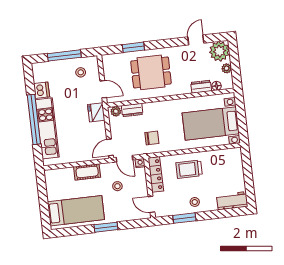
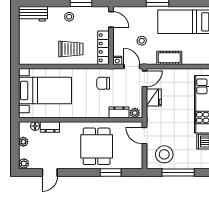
plant: (219, 51) -> (24, 164), width x0.53, depth x0.53
stool: (81, 72) -> (164, 154), width x1.89, depth x1.89
dining table: (151, 72) -> (97, 146), turned 90
fridge: (96, 112) -> (154, 97), moved

